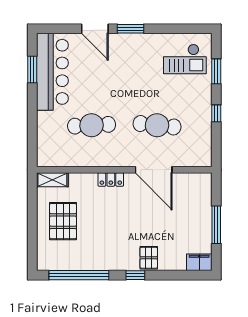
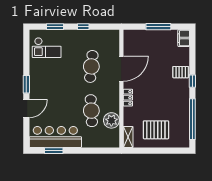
checkout: (185, 59) -> (47, 48), turned 90
plant: (77, 155) -> (111, 120), added

